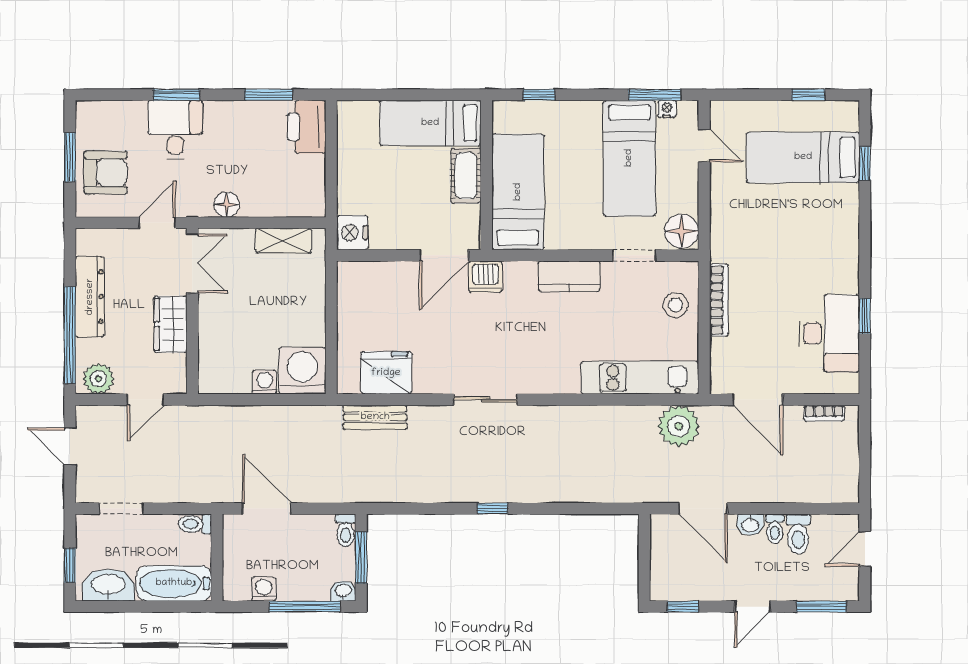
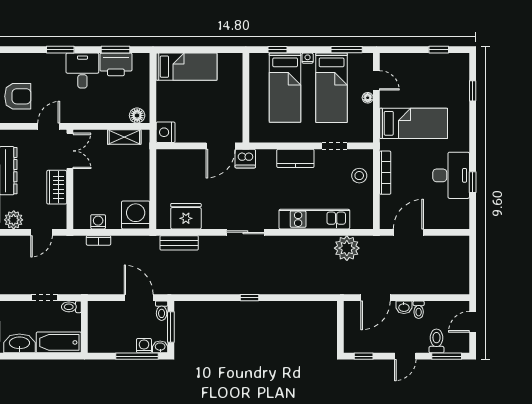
nightstand: (667, 109) -> (308, 58), moved
bed: (430, 123) -> (187, 67), moved, turned 180
printer: (307, 127) -> (116, 64), moved, turned -90
desk: (175, 129) -> (82, 71), moved
bed: (803, 157) -> (413, 123), moved, turned 180
cot: (466, 176) -> (234, 98), removed
bed: (518, 192) -> (285, 88), moved, turned 180
floor lamp: (227, 205) -> (137, 115), moved
floor lamp: (682, 231) -> (368, 98), moved, width x0.53, depth x0.53
desk: (829, 333) -> (451, 175), moved
kitchen unit: (640, 378) -> (314, 219), moved
washing machine: (264, 382) -> (98, 222), moved
door: (758, 400) -> (408, 232), swing flipped
bookcase: (824, 413) -> (98, 240), moved
plant: (679, 426) -> (347, 248), moved
doorway: (122, 509) -> (44, 298), moved
door: (266, 509) -> (139, 298), moved
door: (703, 509) -> (376, 298), hinge flipped
toilet: (798, 534) -> (436, 341), moved, turned 180
washing machine: (264, 589) -> (144, 346), moved

